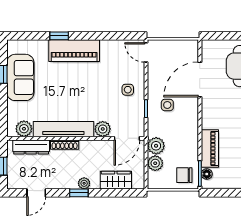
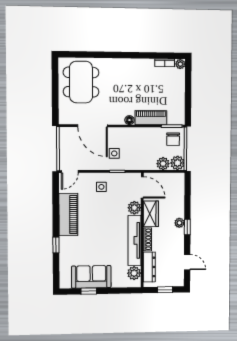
piano: (74, 51) -> (68, 215), moved
plant: (156, 146) -> (178, 163), moved
floor lamp: (207, 174) -> (129, 120), moved
wardrobe: (116, 180) -> (151, 214), moved, turned 180

